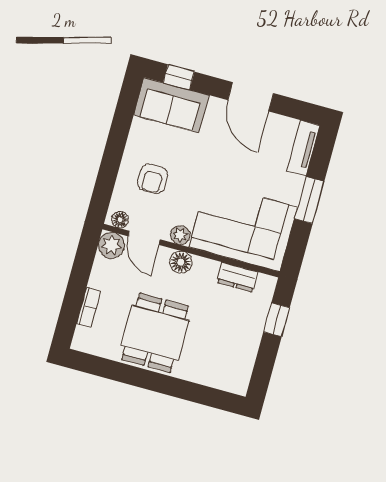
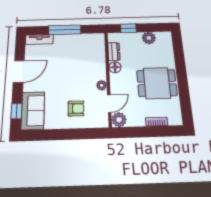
window: (309, 200) -> (65, 30), width x1.44
floor lamp: (120, 220) -> (104, 119), removed
corner sofa: (243, 227) -> (88, 56), removed
floor lamp: (181, 262) -> (115, 67), moved
plant: (245, 351) -> (149, 38), added

